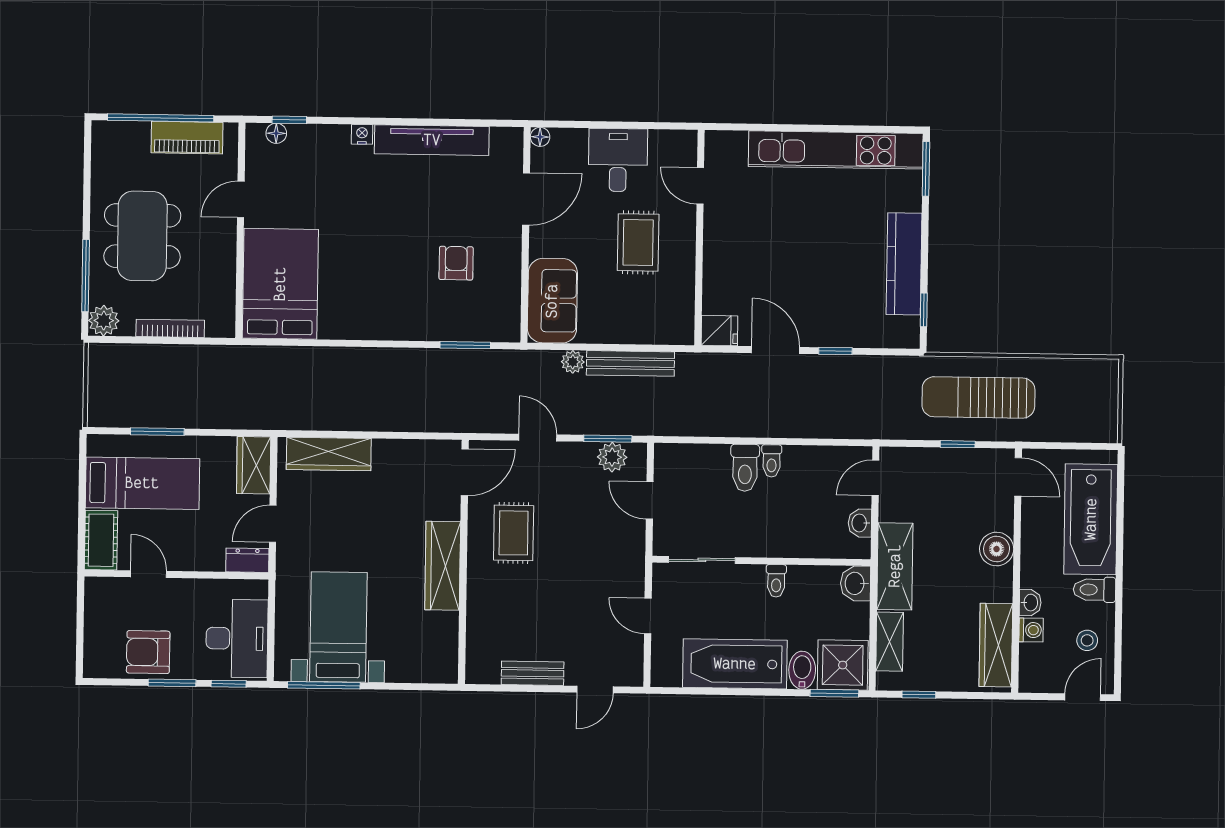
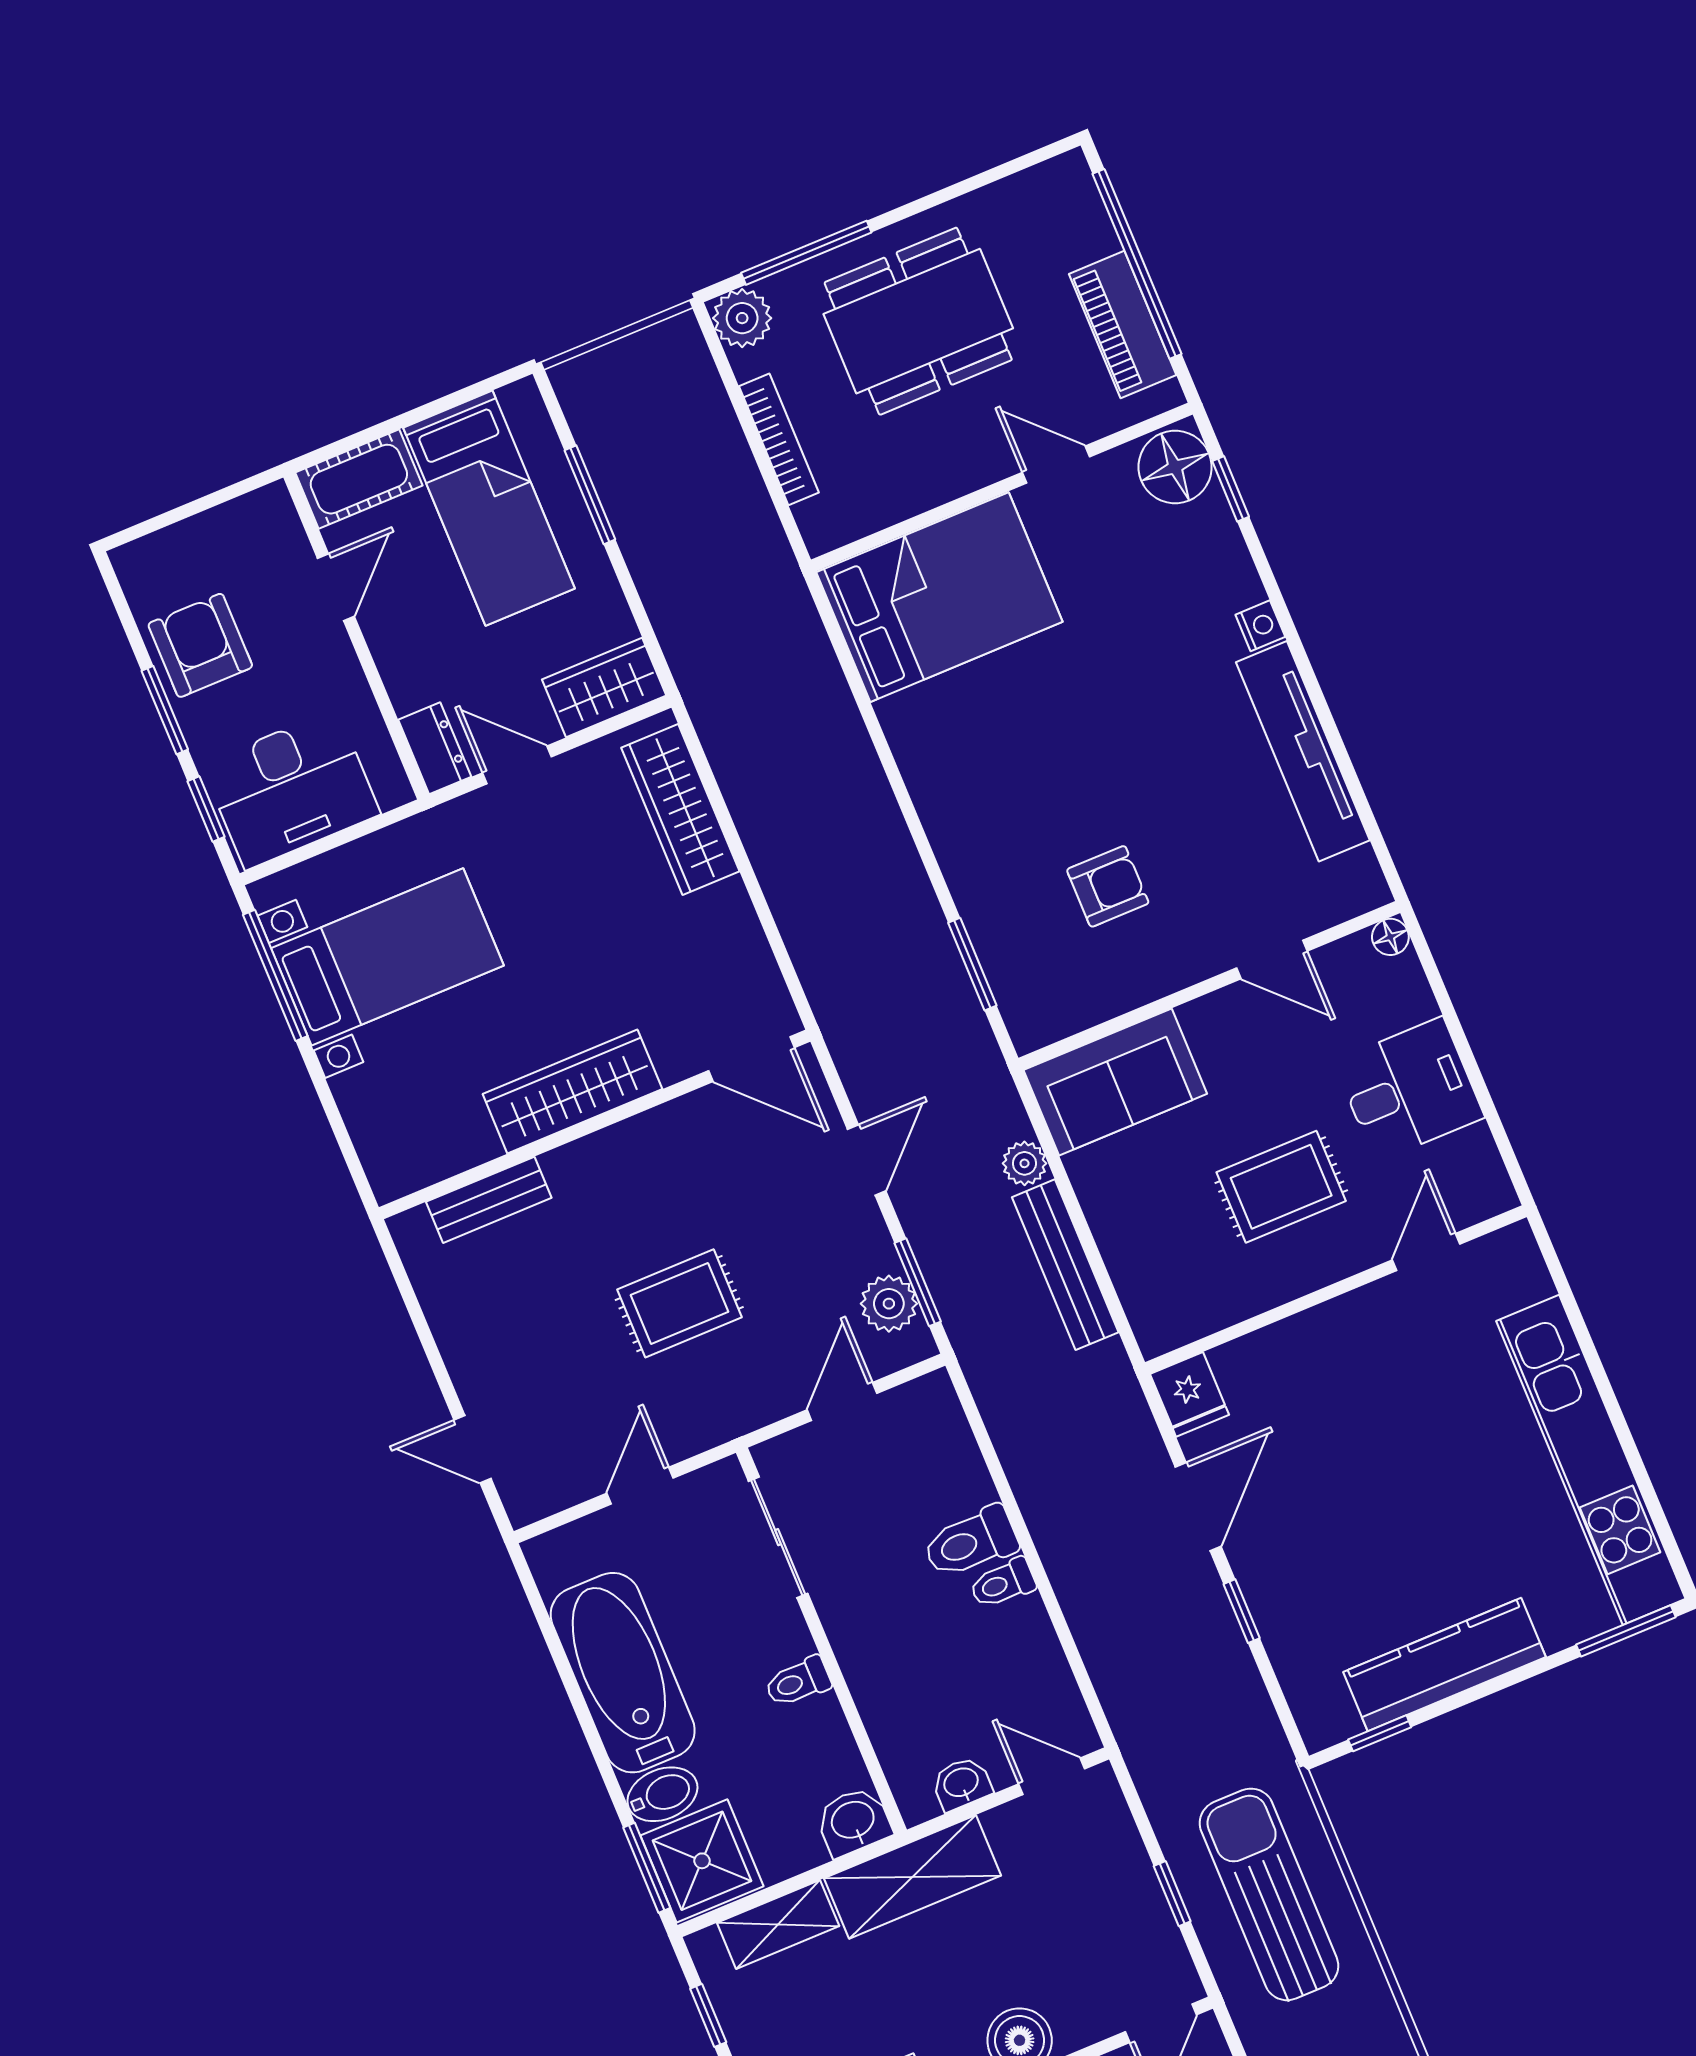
floor lamp: (276, 133) -> (1175, 467), width x1.89, depth x1.89
door: (526, 199) -> (1272, 959), width x0.73
rug: (514, 533) -> (679, 1303), moved
bench: (533, 673) -> (489, 1200), moved, turned 90

